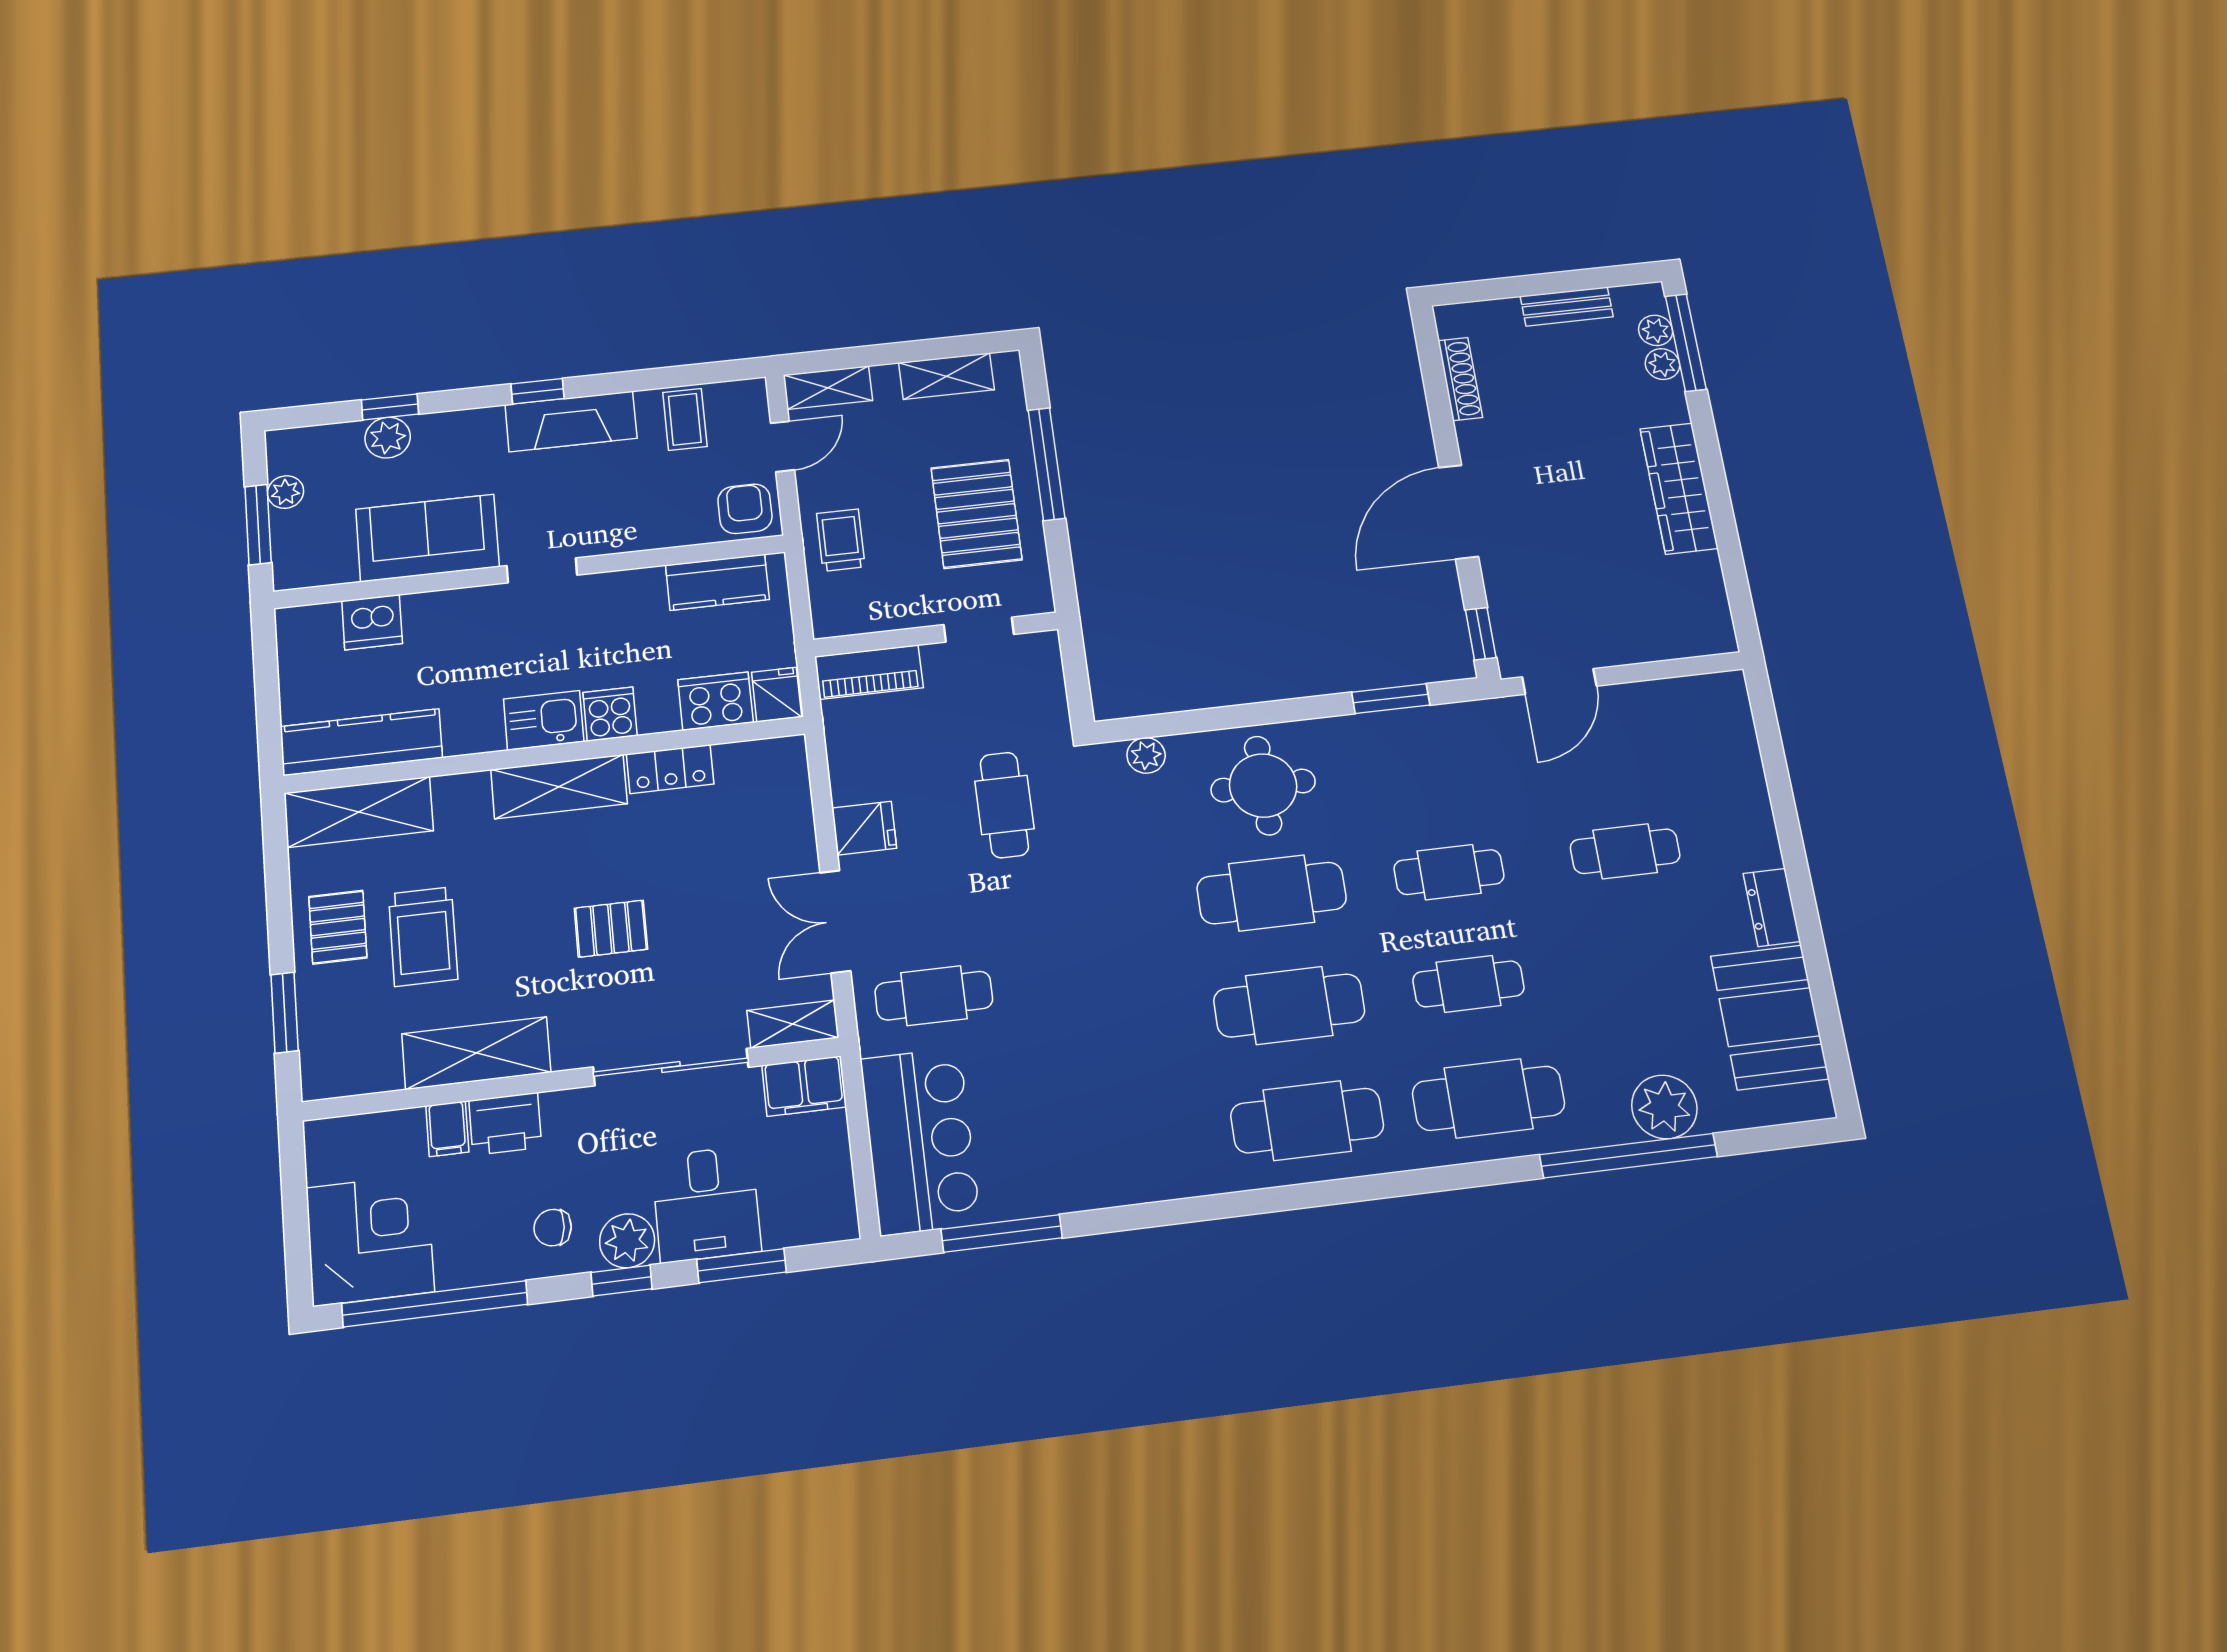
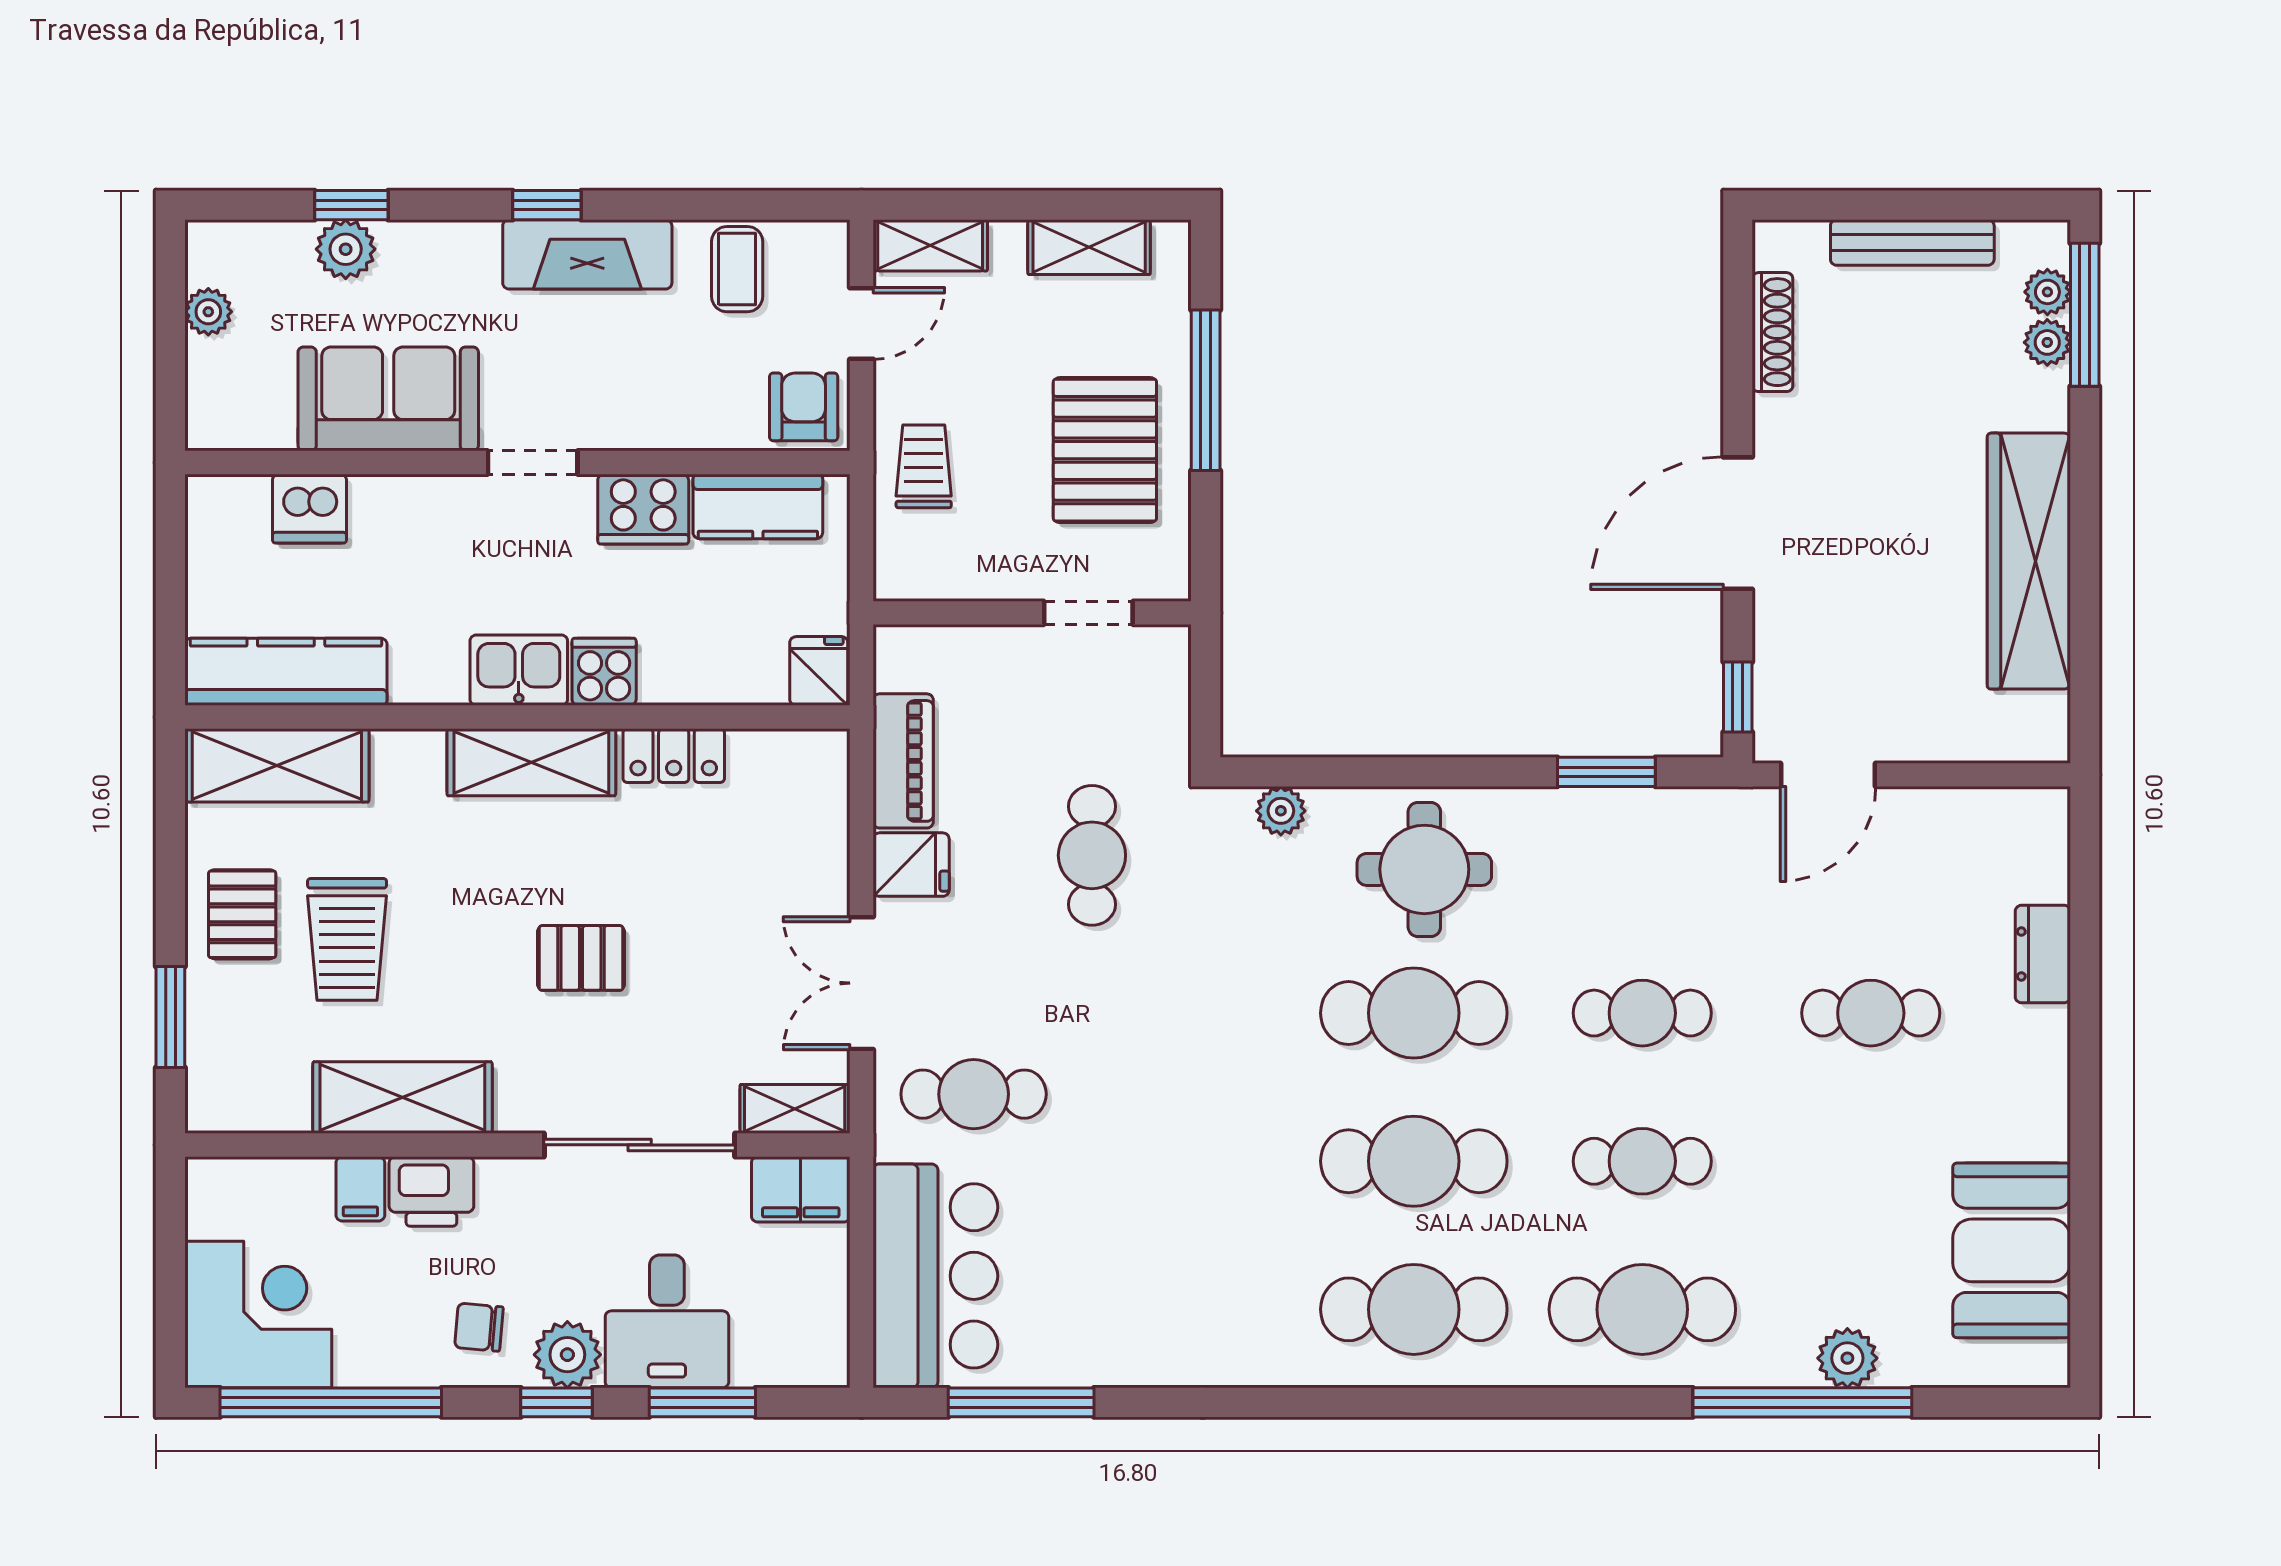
bench: (1567, 307) -> (1912, 243), width x1.36
wardrobe: (1679, 488) -> (2029, 561), width x1.40, depth x1.17
window: (258, 525) -> (170, 354), removed
piano: (869, 672) -> (903, 761), moved, turned -90
cooker: (716, 701) -> (643, 509), moved, turned 180
dresser: (1772, 907) -> (2043, 954), moved
plant: (1664, 1107) -> (1847, 1358), width x0.73, depth x0.73

